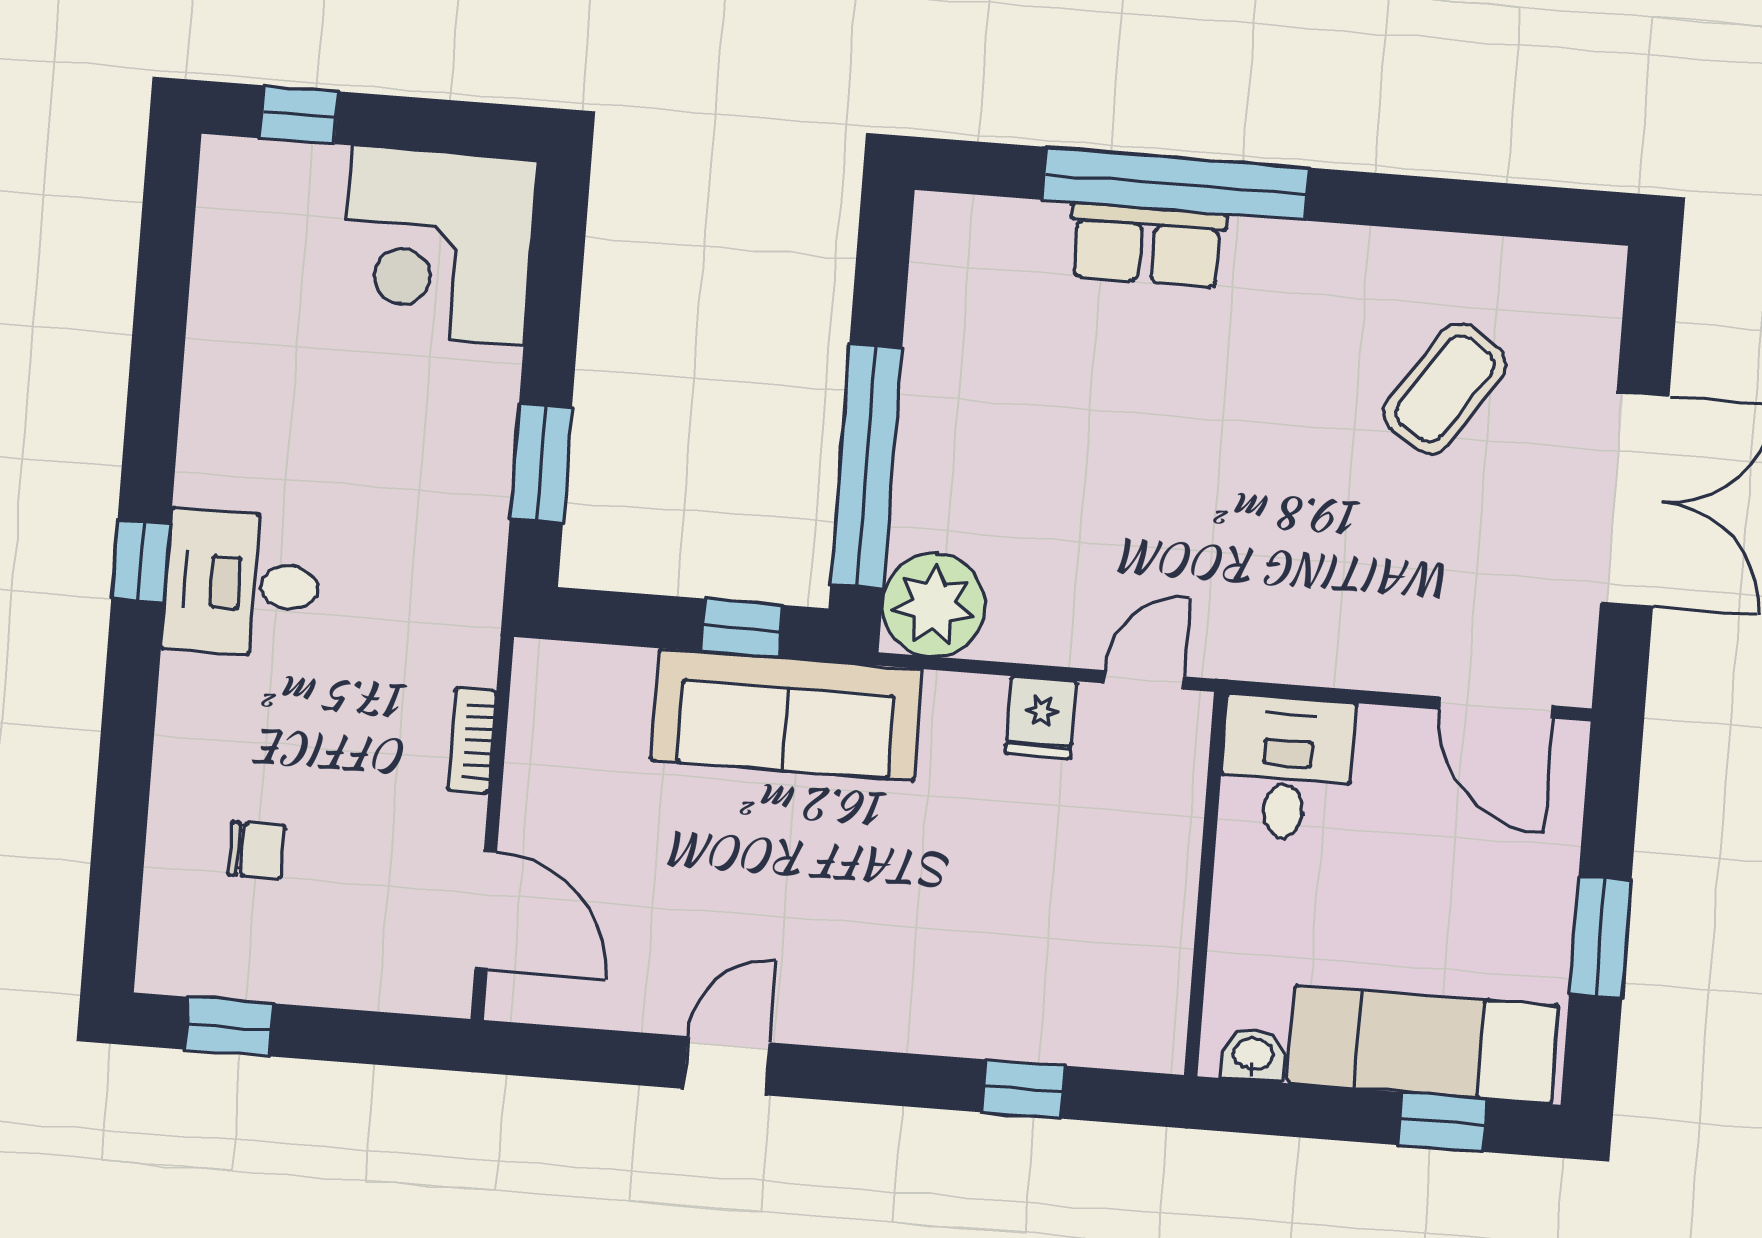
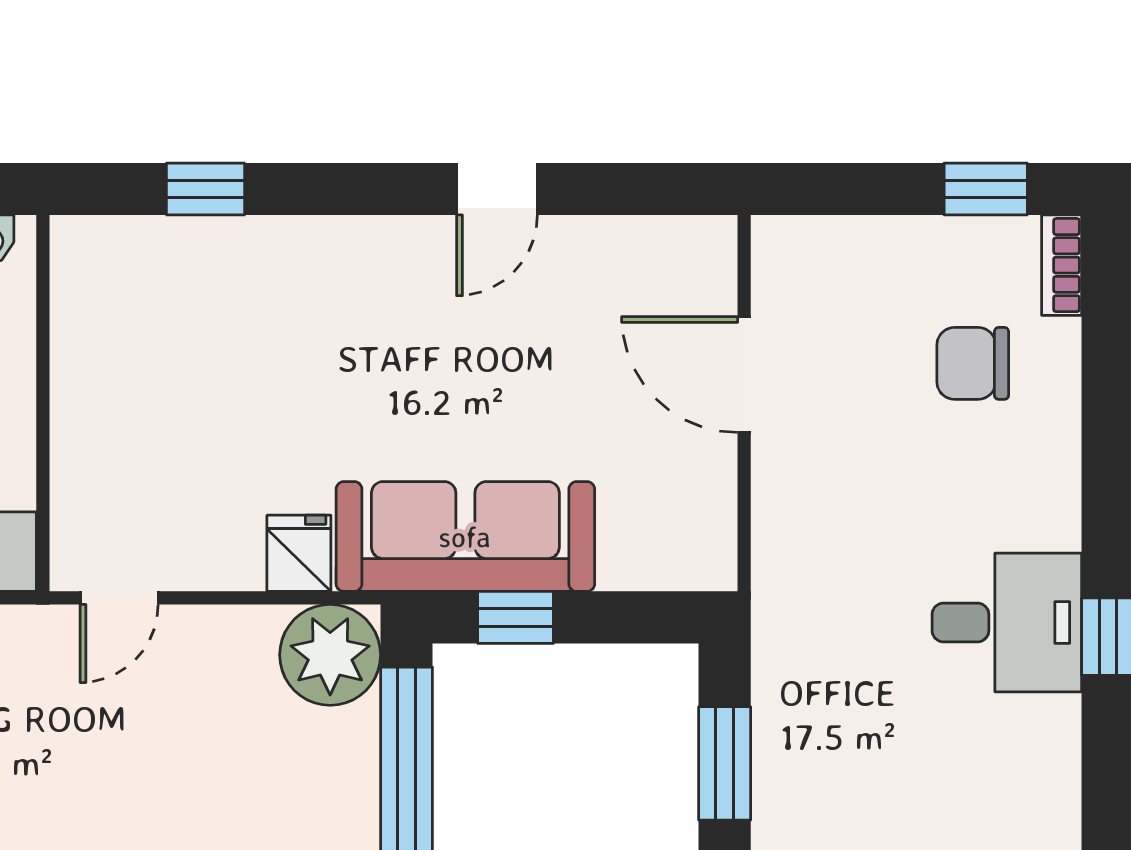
fridge: (1041, 717) -> (299, 553), moved
bookcase: (472, 741) -> (1062, 265), moved, turned 180
chair: (256, 850) -> (973, 363), width x1.37, depth x1.37
door: (486, 911) -> (744, 375), moved

